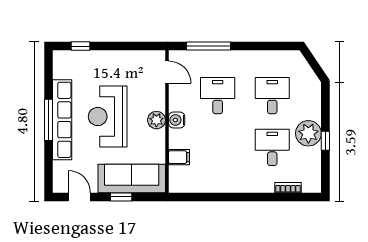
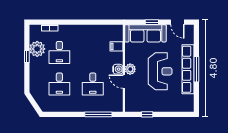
window: (80, 46) -> (147, 114), moved
door: (167, 72) -> (124, 82), moved
plant: (308, 133) -> (37, 49), moved

